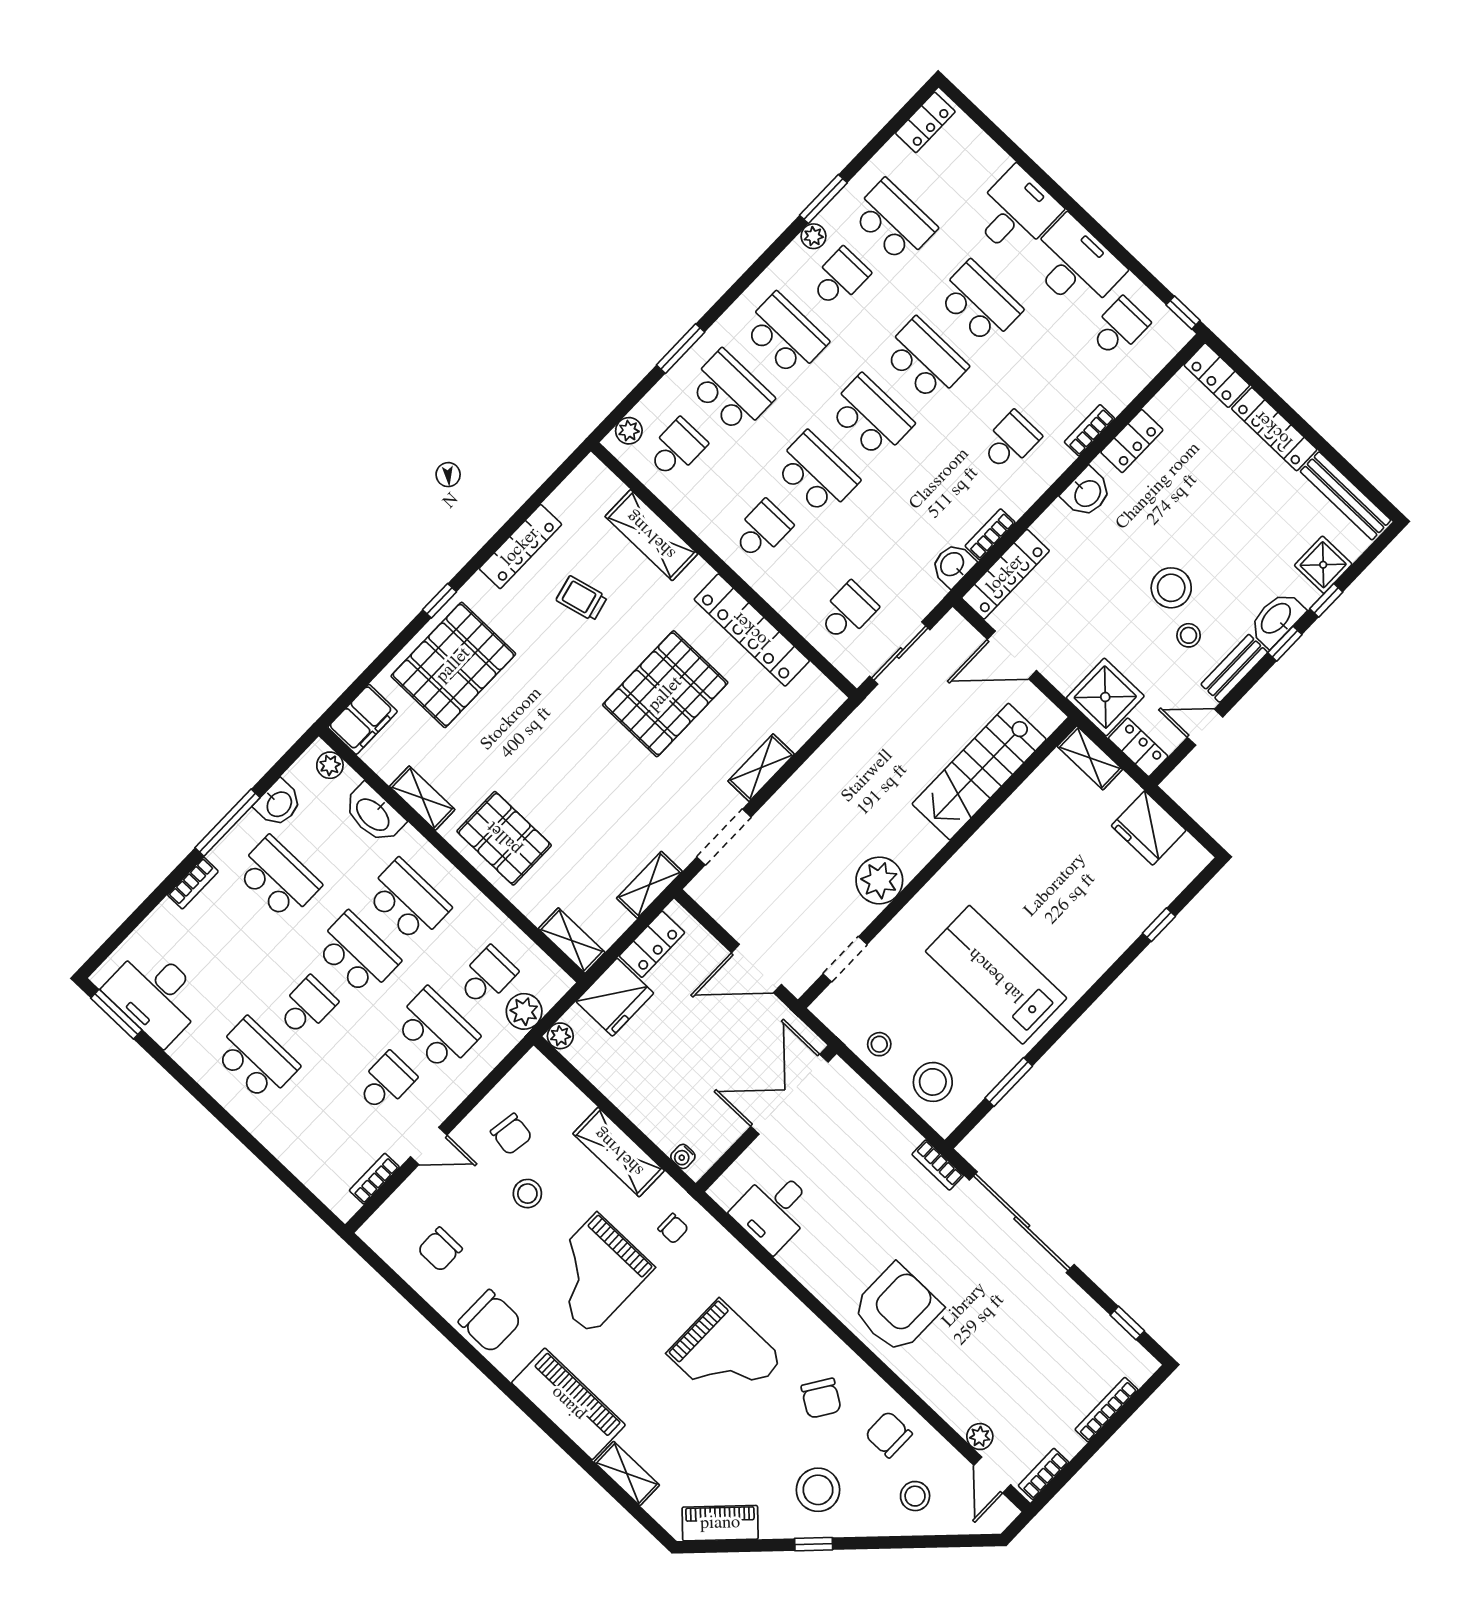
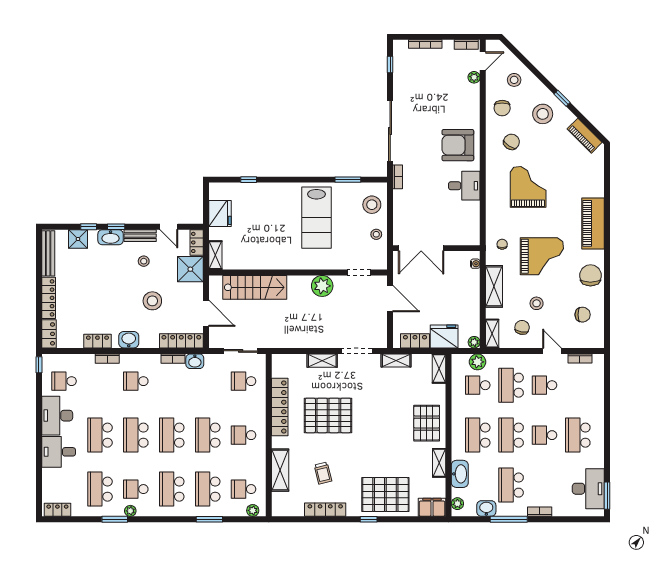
stool: (1171, 588) -> (152, 301), moved
desk: (774, 1210) -> (464, 186), moved
shelving: (627, 1474) -> (492, 334), moved

